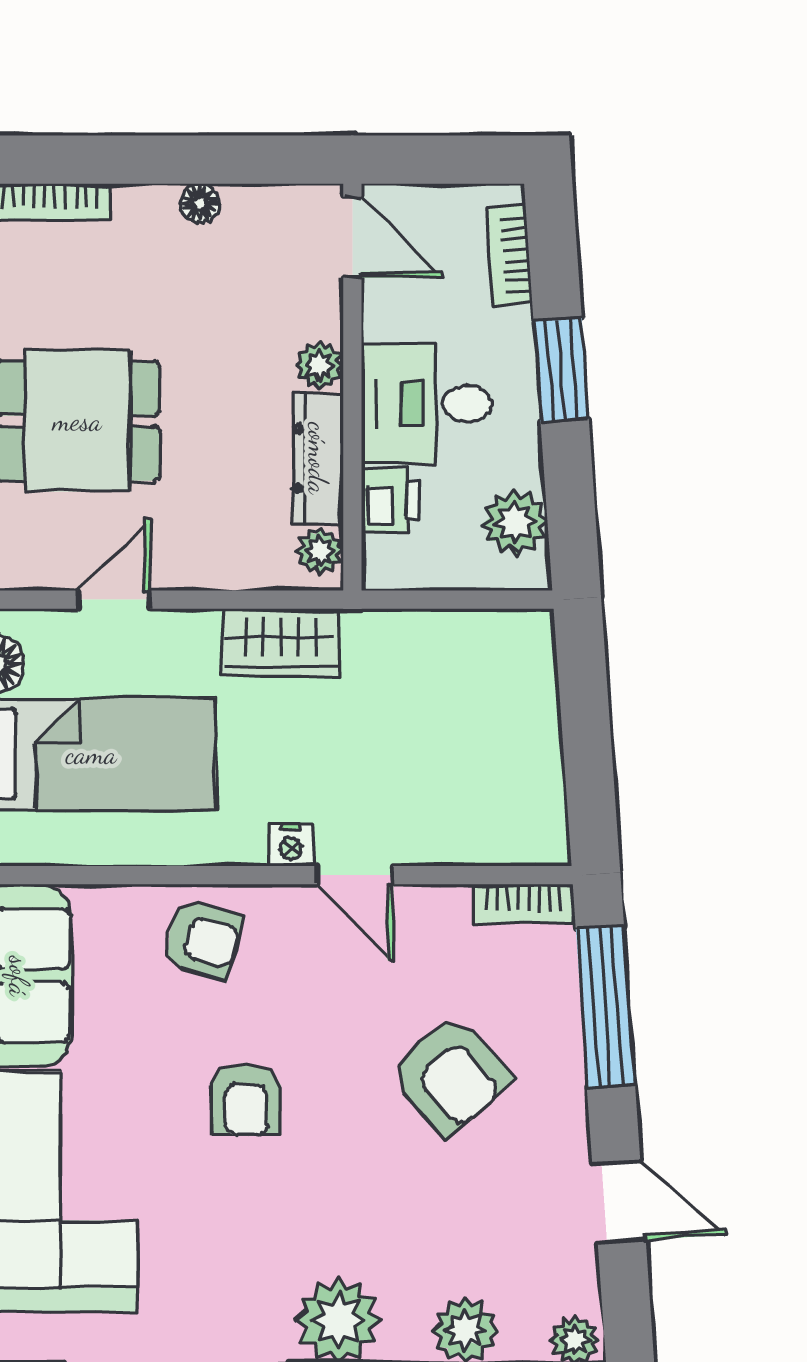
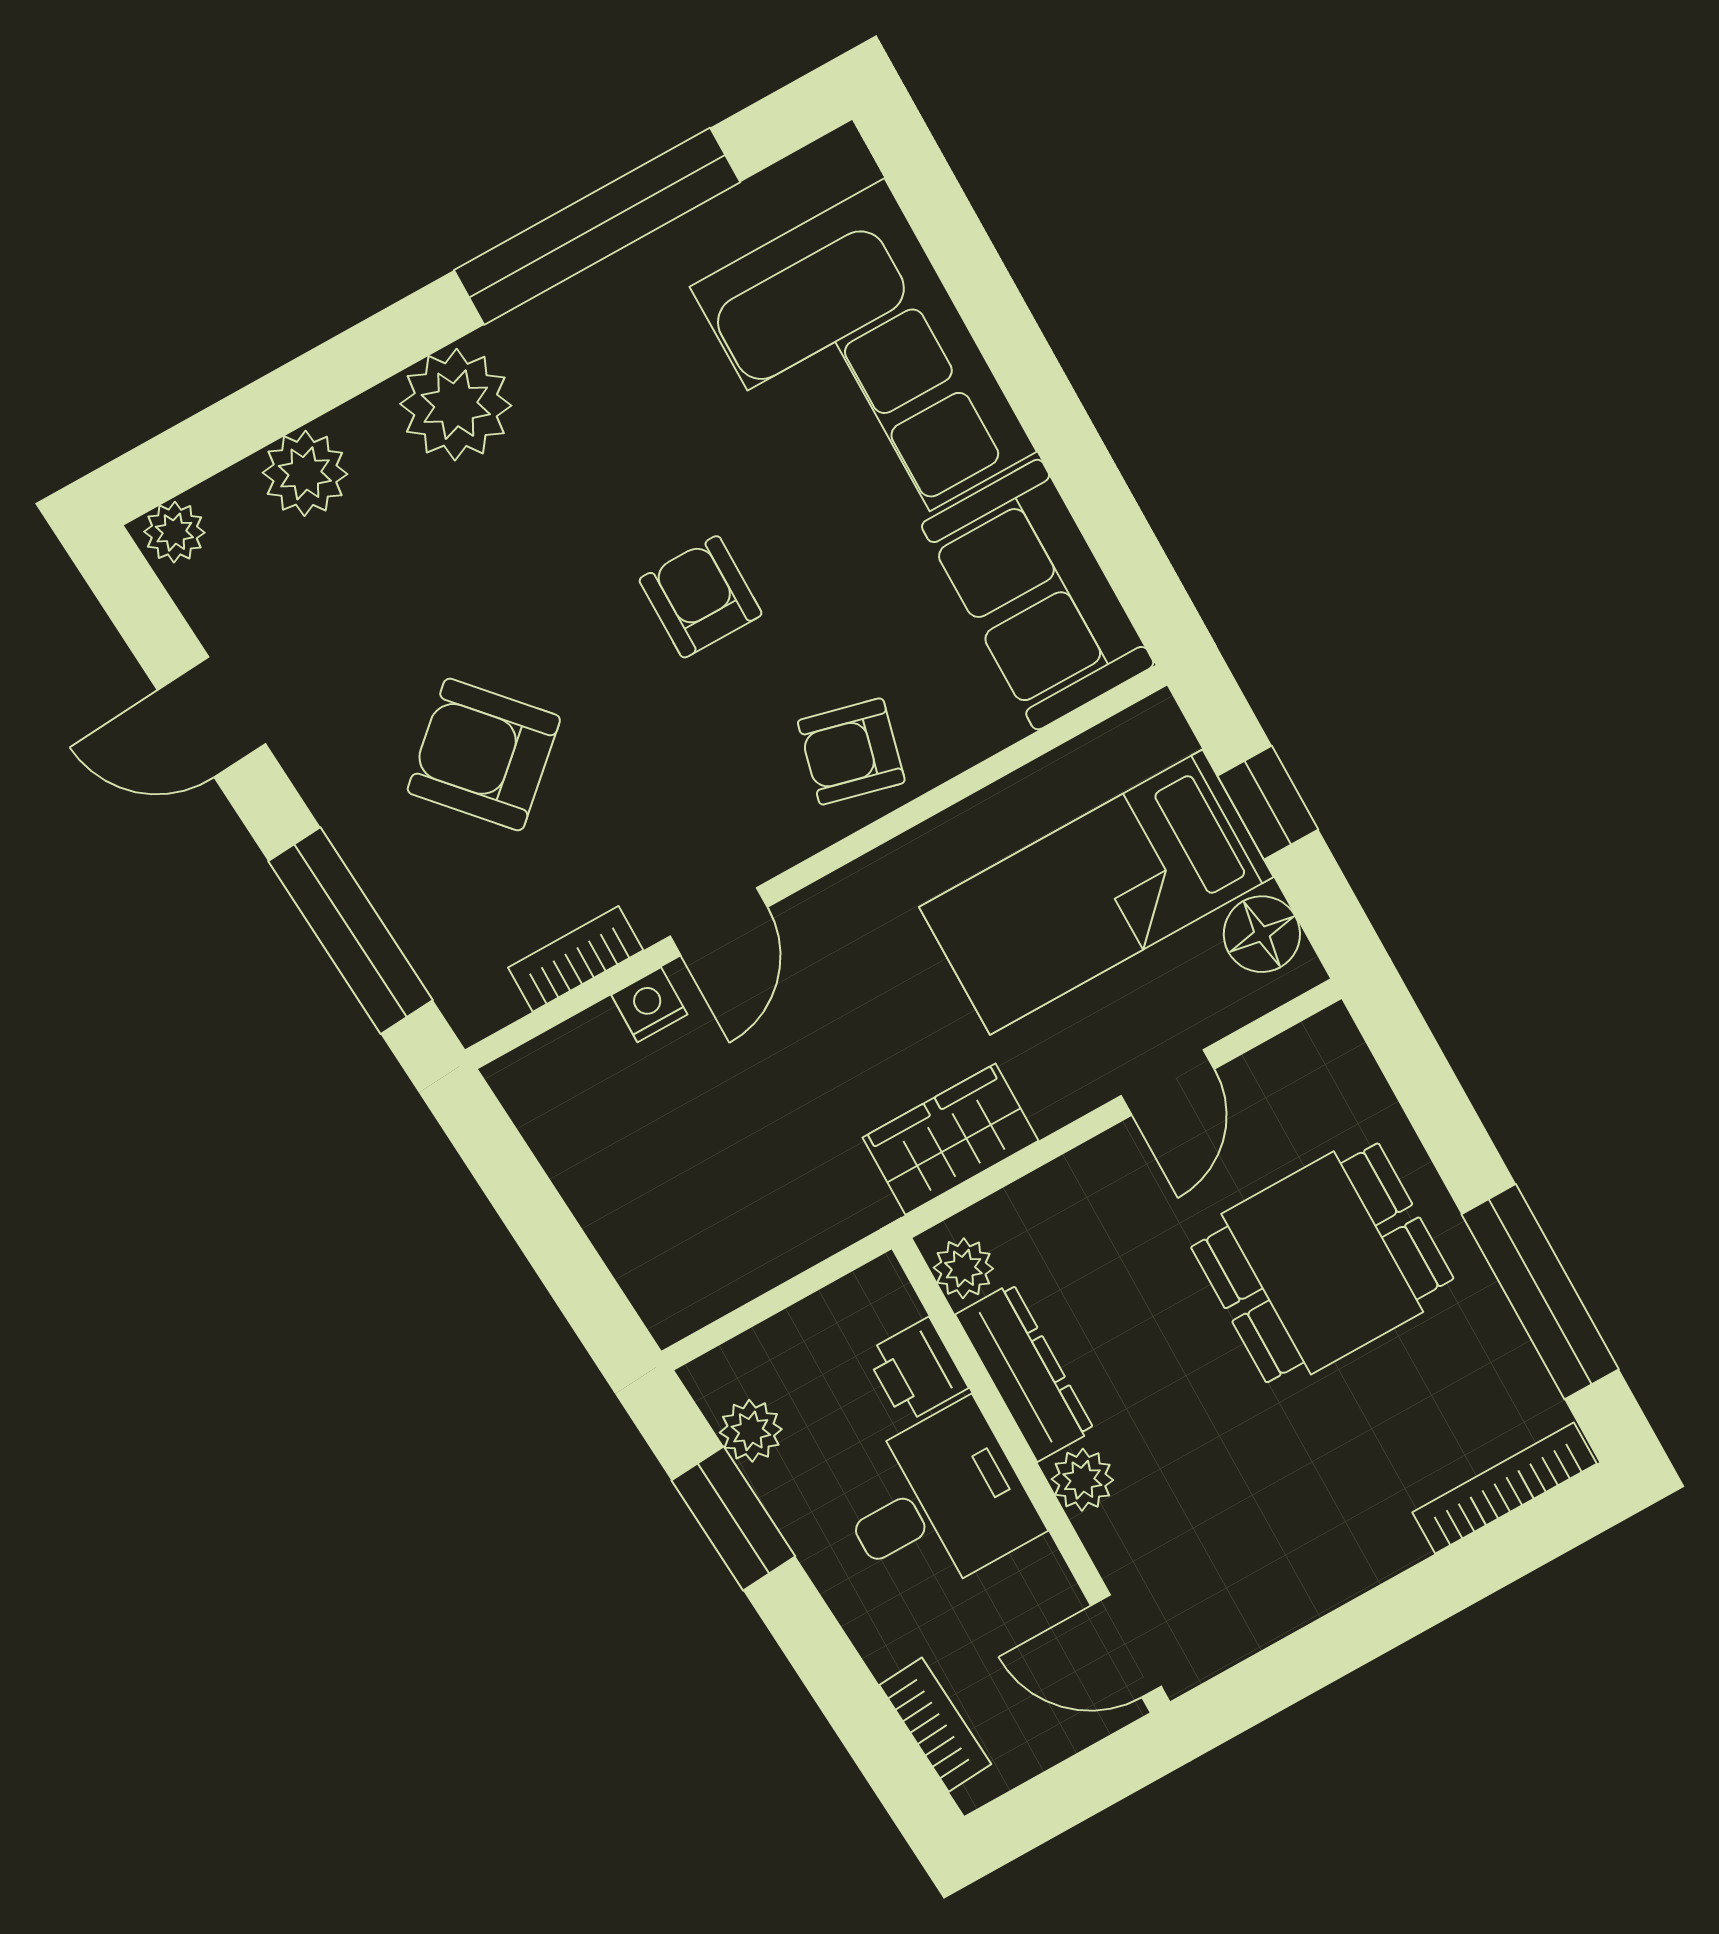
floor lamp: (200, 203) -> (1321, 1588), removed
window: (561, 370) -> (733, 1518), moved
plant: (515, 522) -> (751, 1431), width x0.73, depth x0.73
nightstand: (291, 845) -> (649, 1005), moved
door: (355, 875) -> (719, 922), swing flipped
bookcase: (524, 904) -> (576, 959), moved

